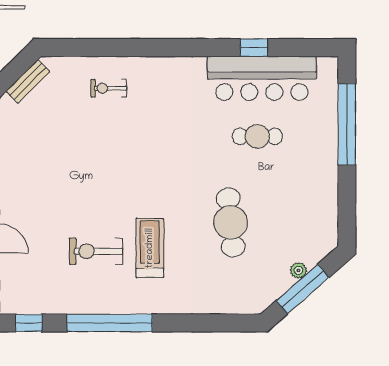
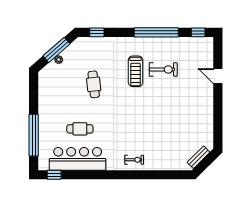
window: (254, 48) -> (54, 175), moved
exercise bike: (109, 88) -> (134, 160), moved
cafe table: (231, 222) -> (94, 84), width x0.73, depth x0.74
window: (224, 323) -> (97, 32), added

